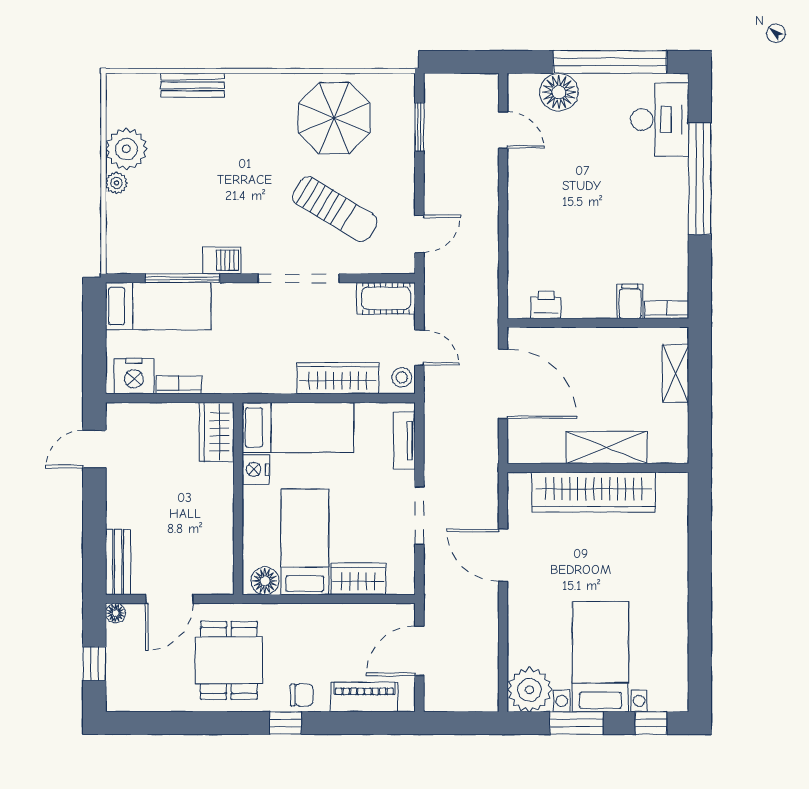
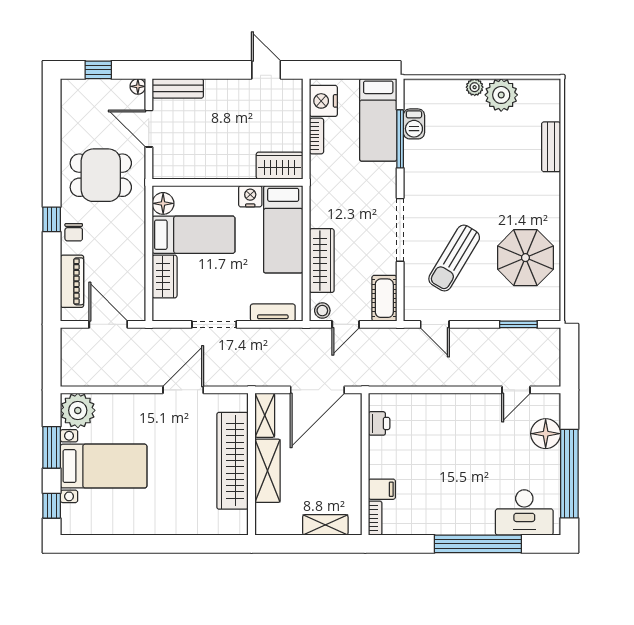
barbecue: (222, 260) -> (414, 124), moved
shelving: (535, 451) -> (265, 415), added

